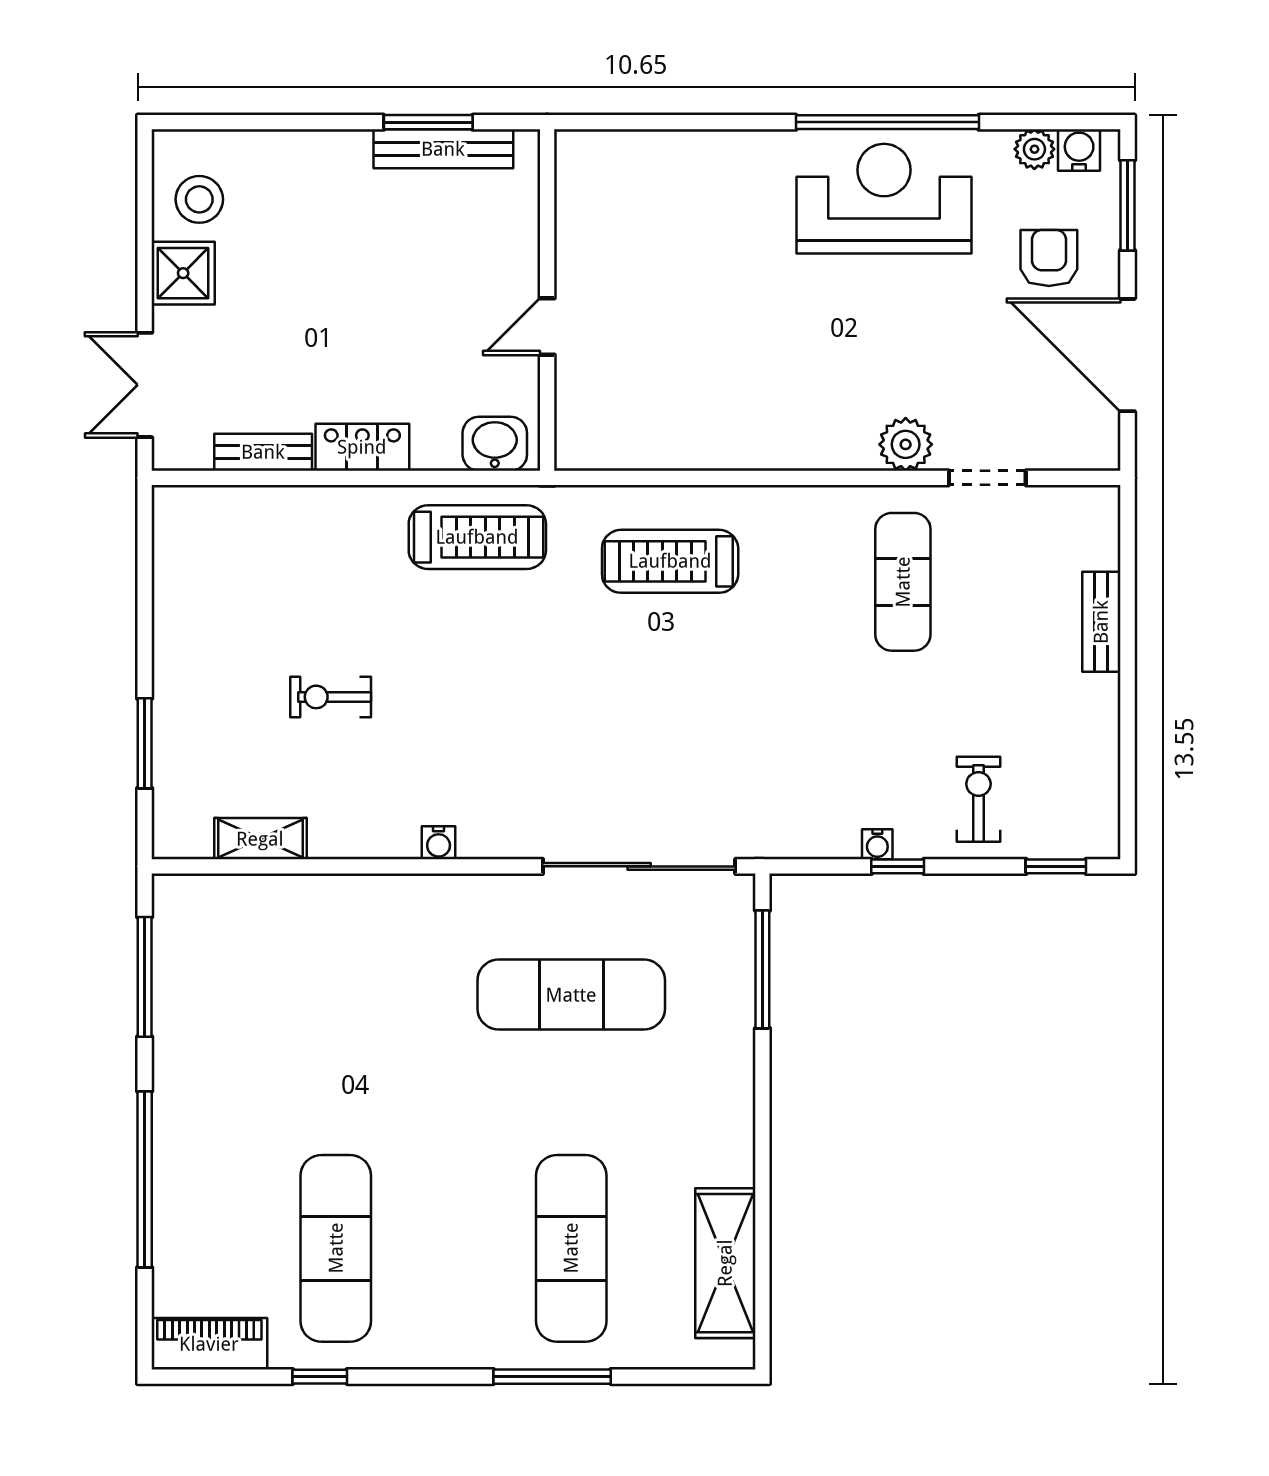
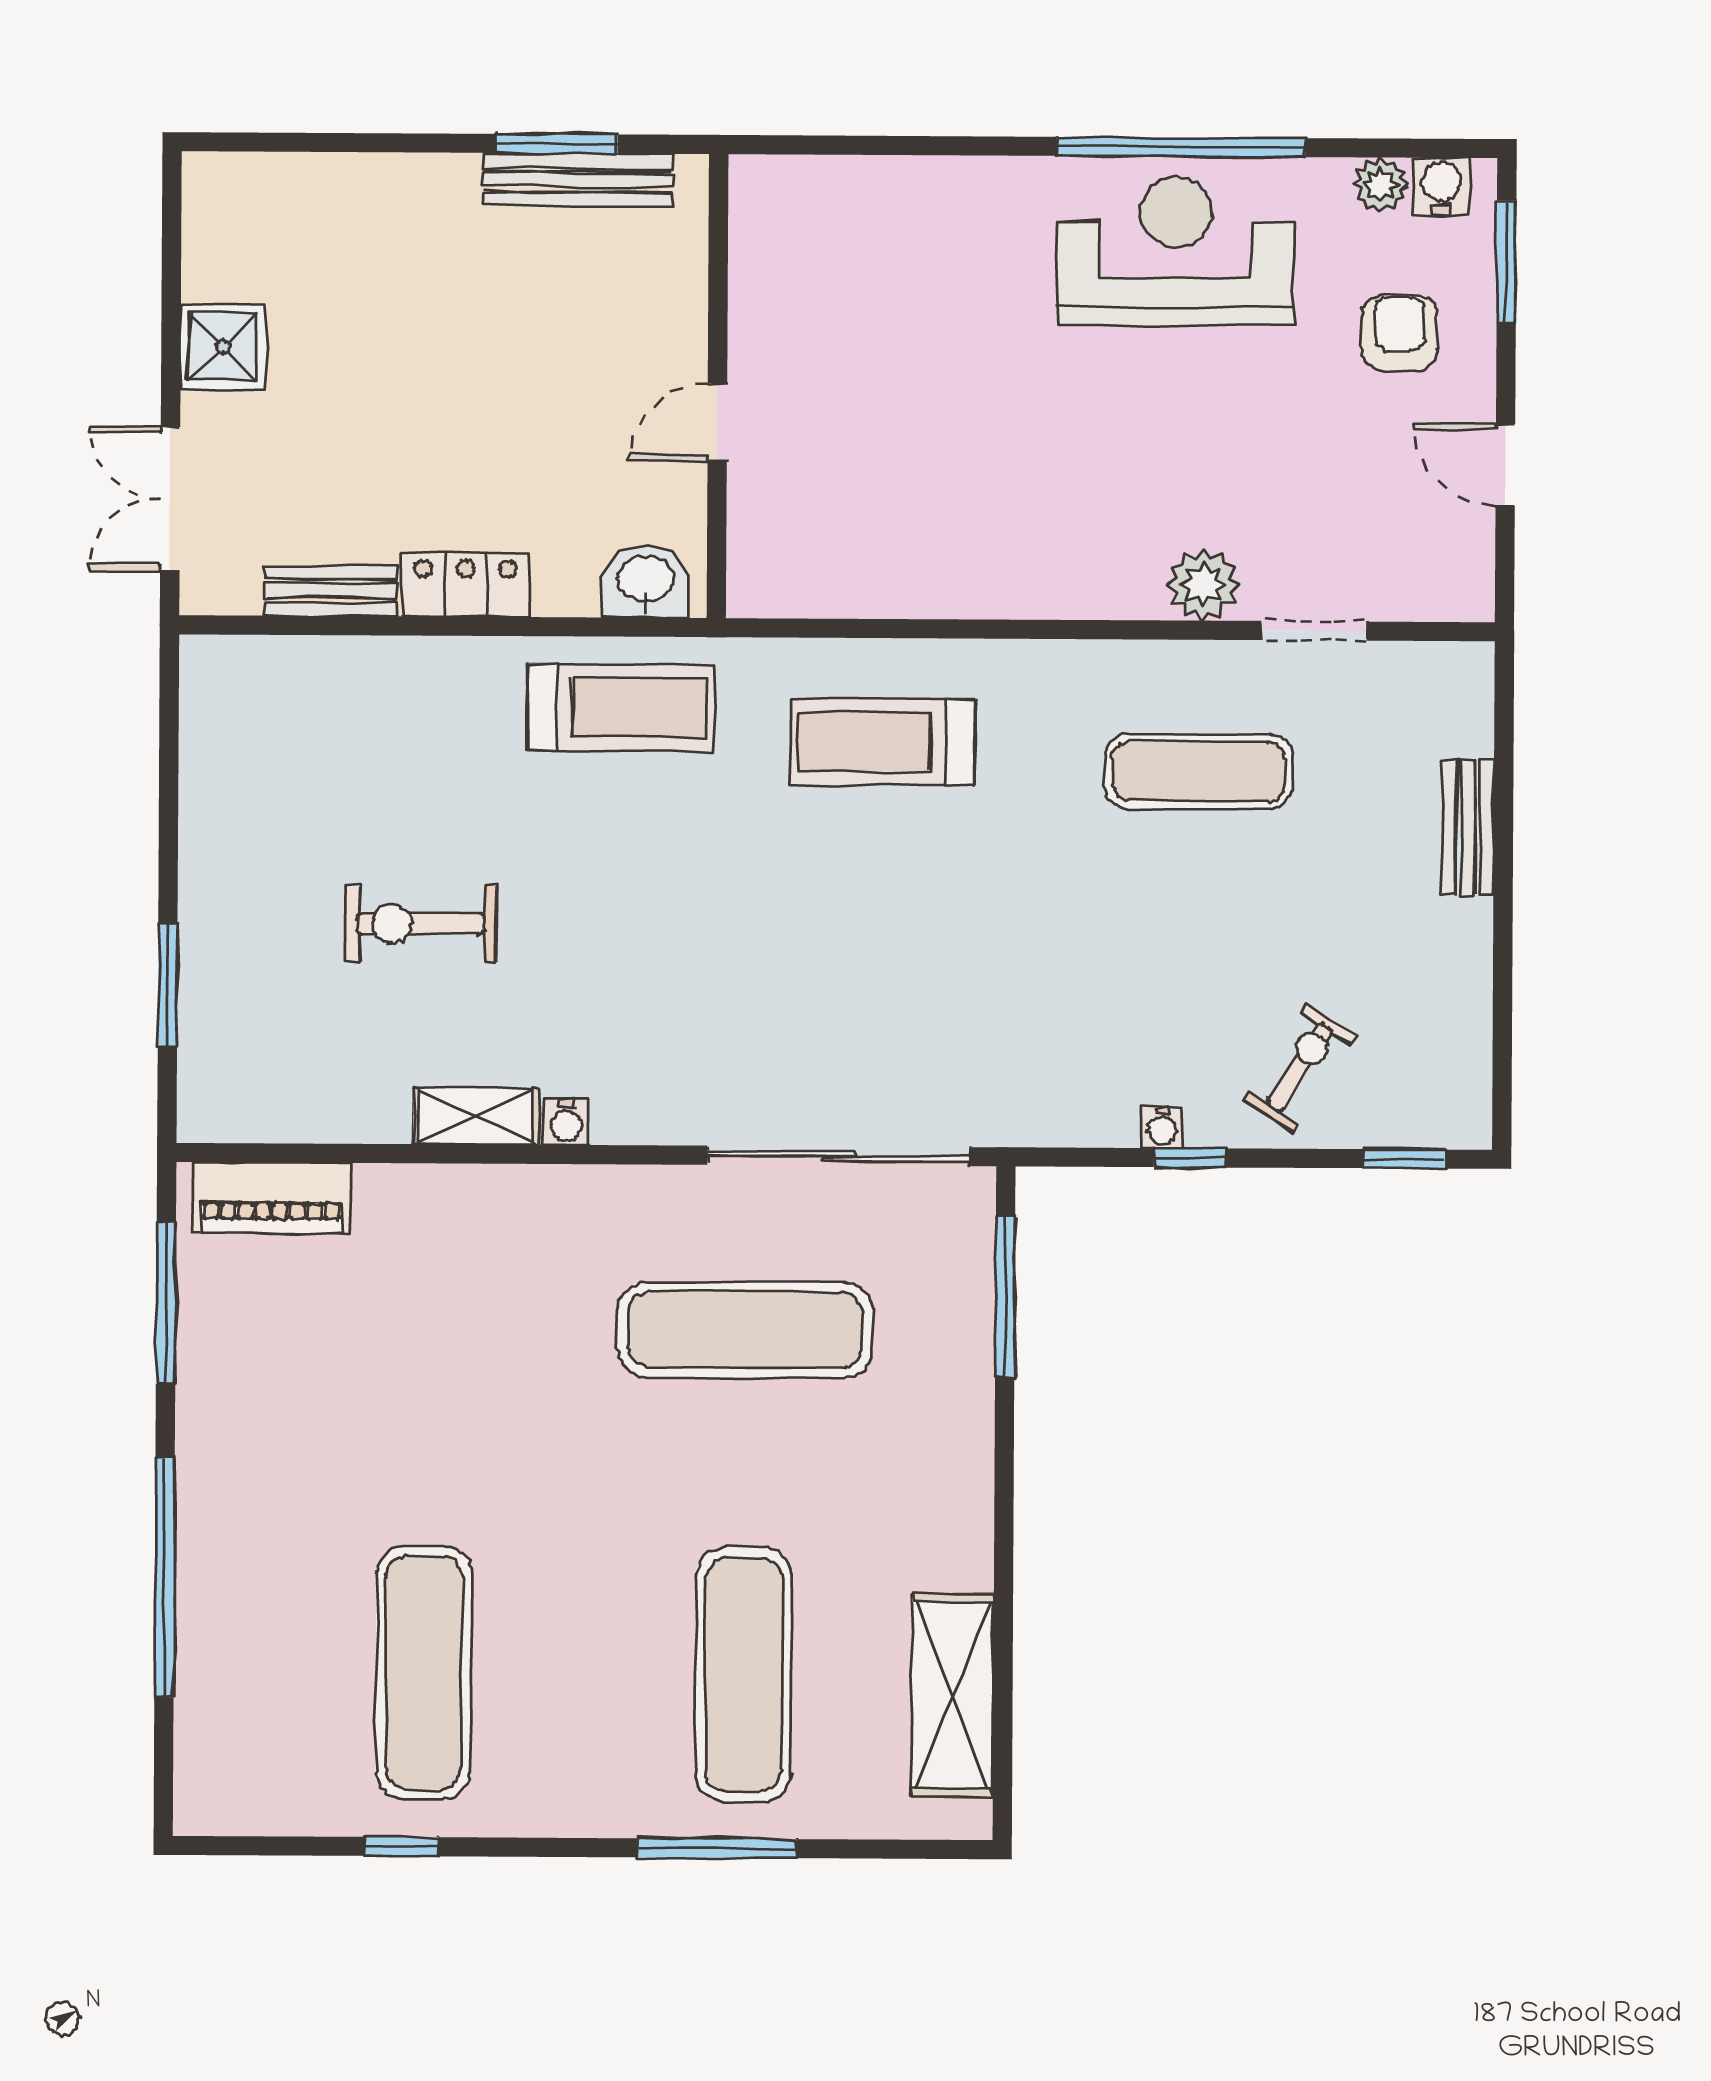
stool: (199, 199) -> (246, 247), removed
door: (1127, 355) -> (1505, 465), width x0.53
exercise mat: (903, 582) -> (1199, 771), turned 90
exercise bike: (331, 697) -> (421, 924), width x1.38, depth x1.39
exercise bike: (978, 799) -> (1300, 1067), turned 33
shelving: (260, 839) -> (476, 1116), moved
piano: (209, 1344) -> (272, 1198), moved, turned 180

